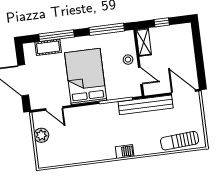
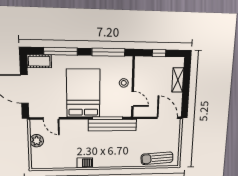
shelving: (144, 42) -> (178, 80), moved
cot: (48, 47) -> (39, 61), moved
bench: (146, 105) -> (112, 125), moved
barbecue: (125, 152) -> (85, 163), moved

